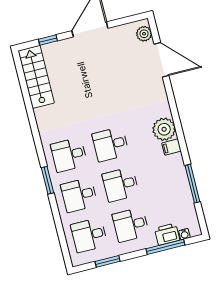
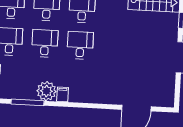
plant: (144, 34) -> (162, 100), removed
plant: (164, 129) -> (46, 91), moved

